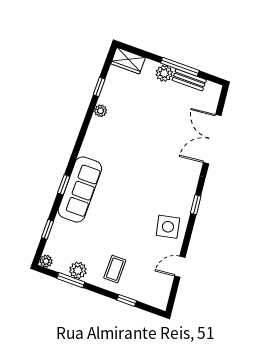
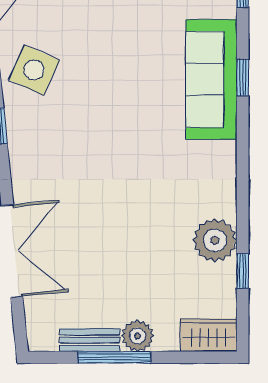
plant: (100, 111) -> (215, 240), width x1.87, depth x1.87
side table: (168, 227) -> (34, 70), turned 36

